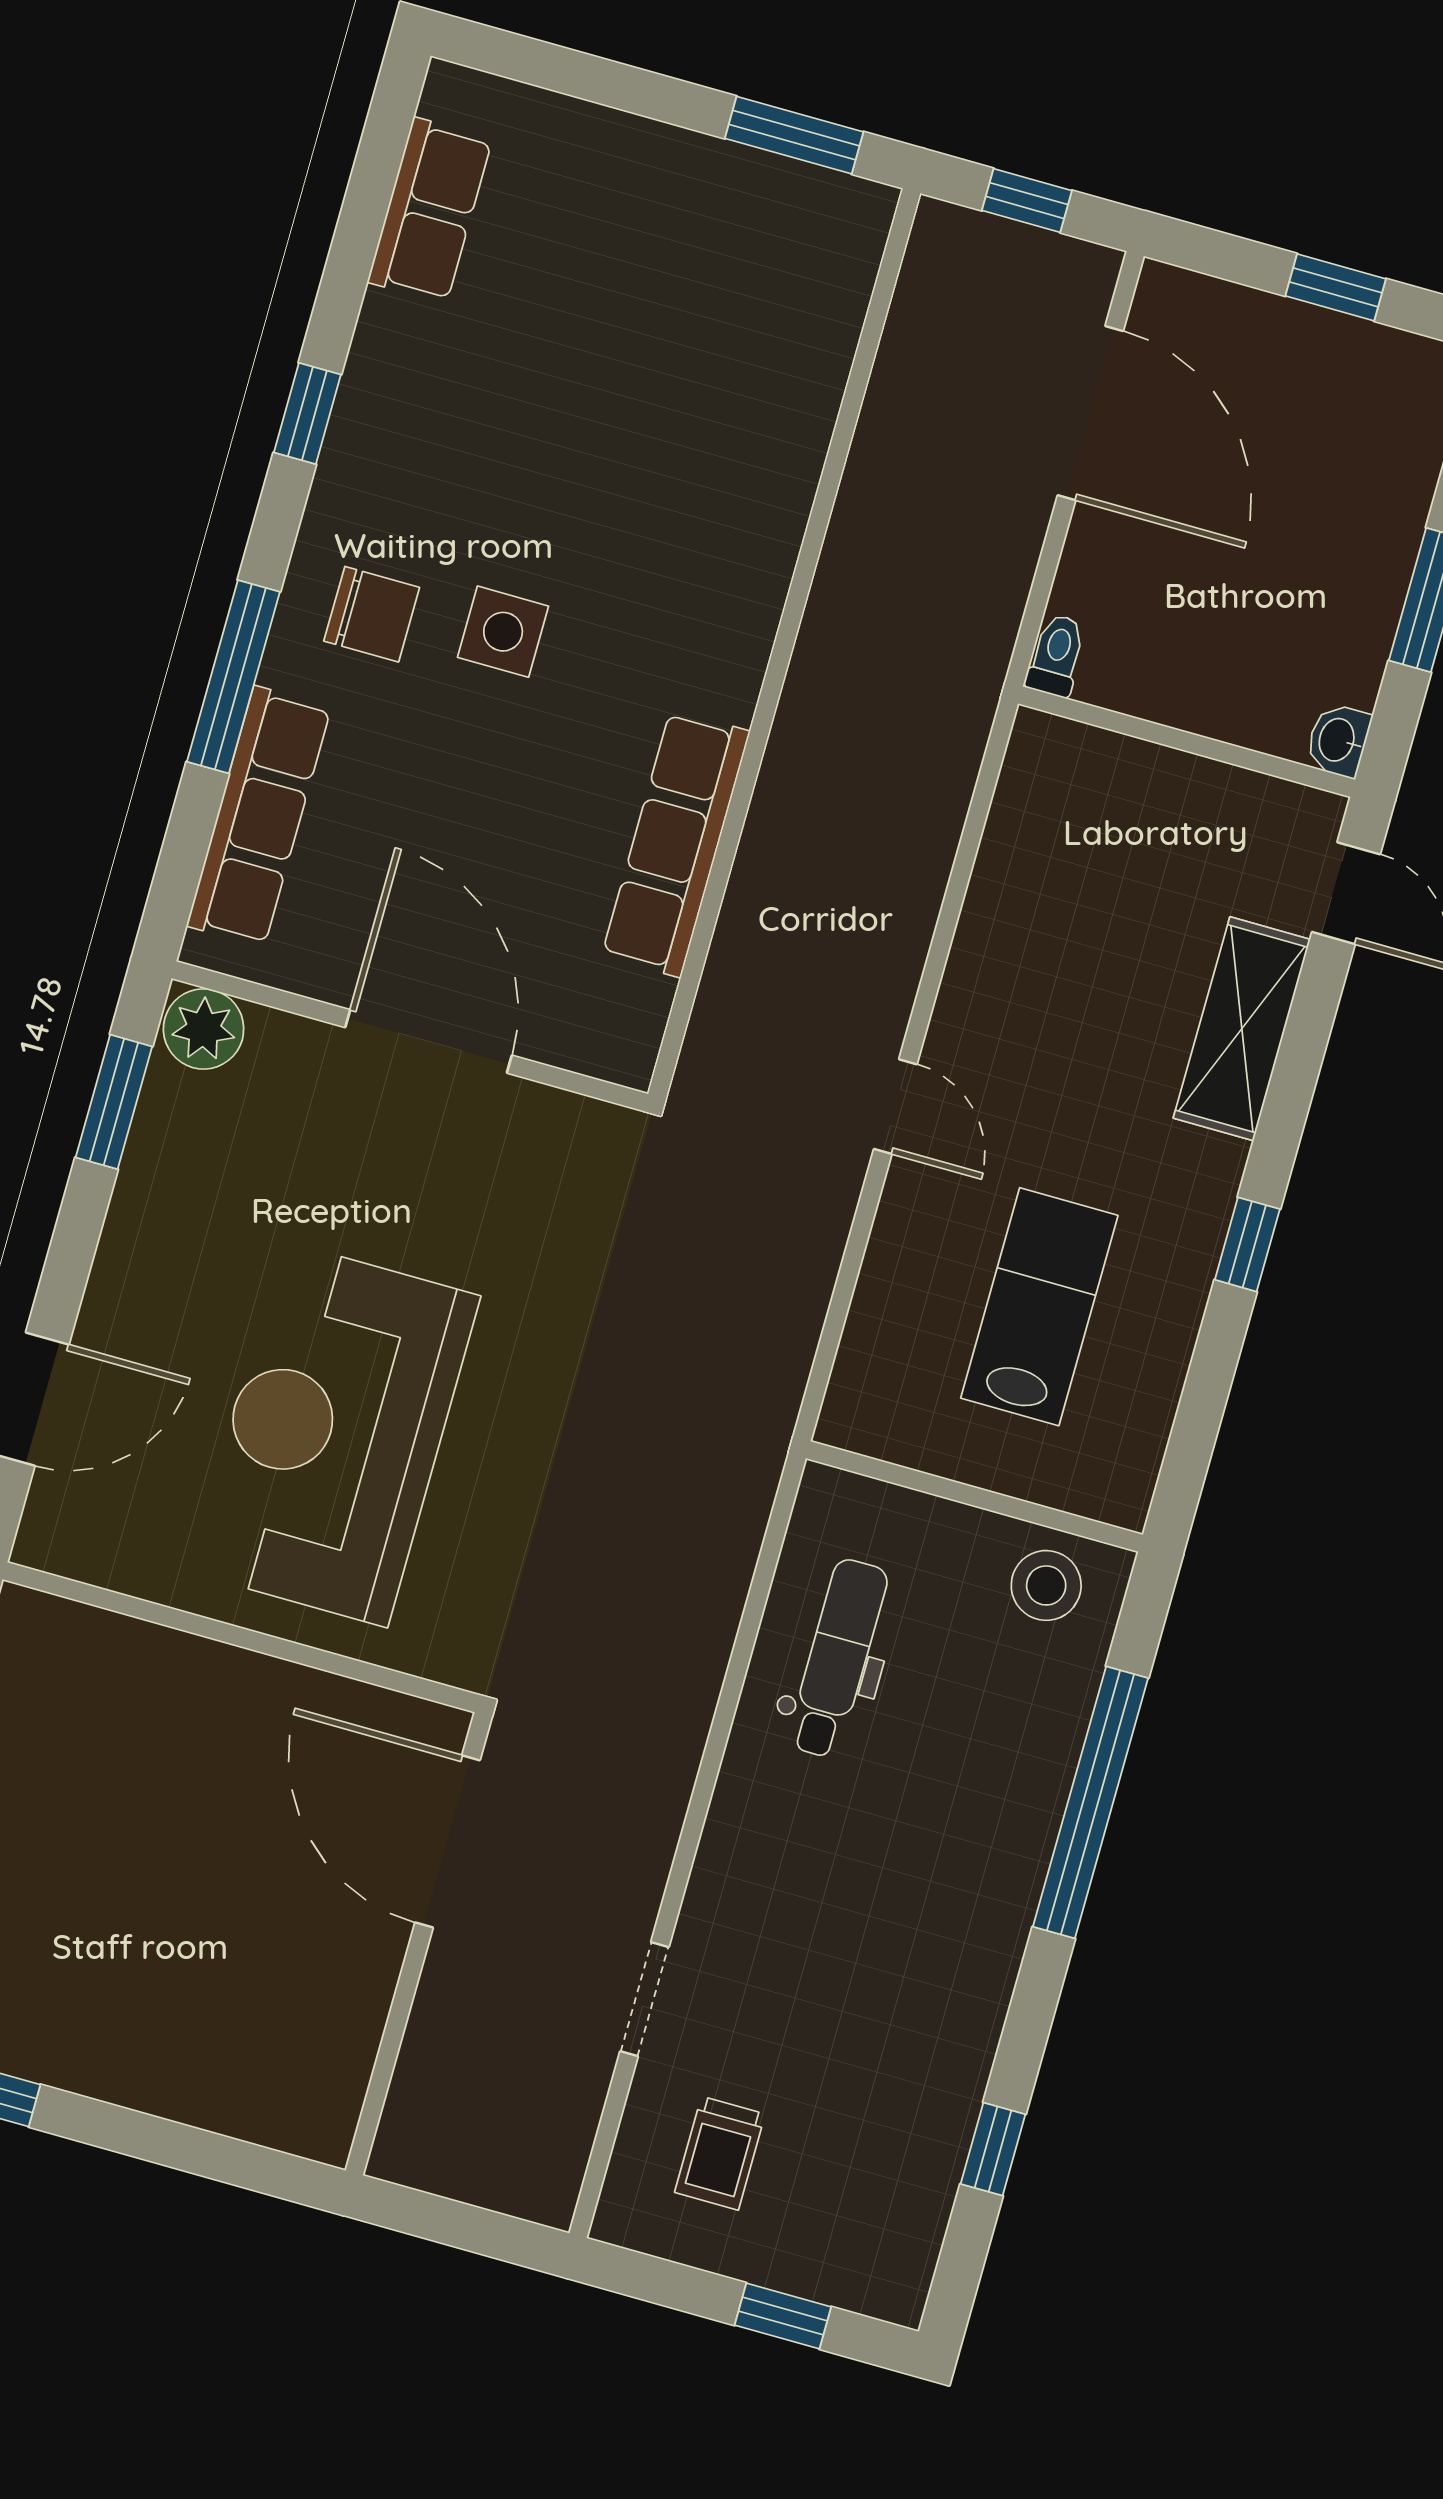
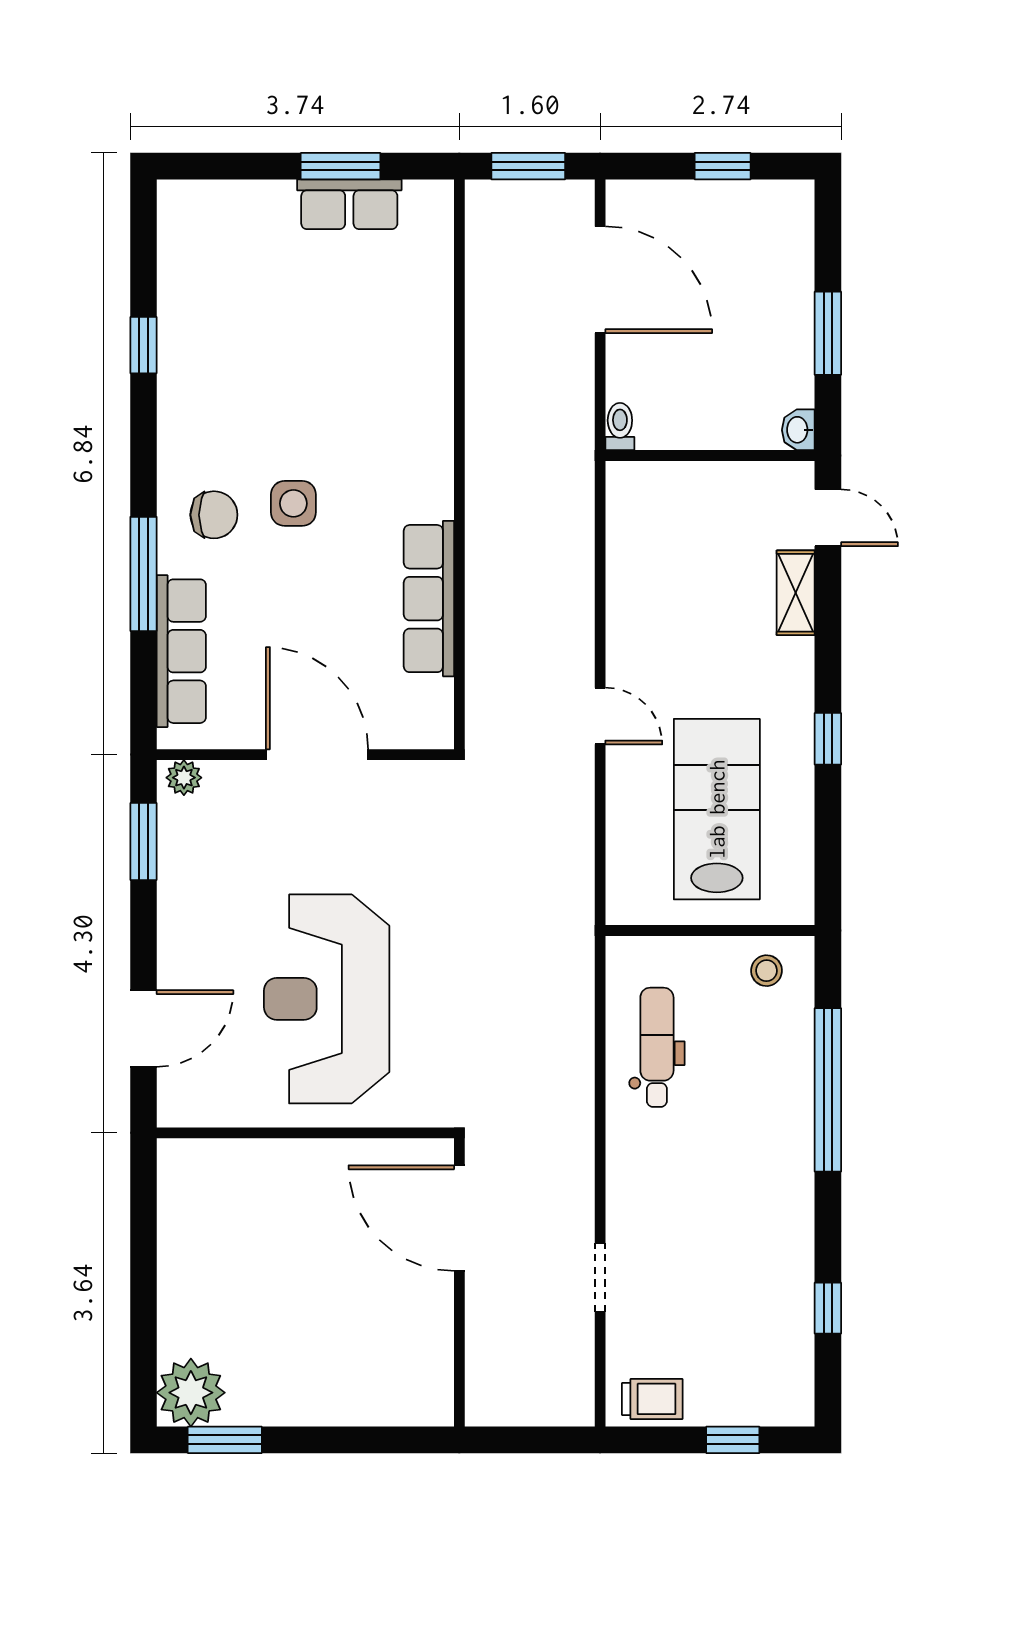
window: (794, 135) -> (341, 166), moved
window: (1027, 201) -> (528, 166), width x1.50
row of seats: (430, 210) -> (349, 204), moved, turned 90
window: (307, 414) -> (144, 345), moved
plant: (204, 1029) -> (184, 778), width x0.73, depth x0.73
shelving: (1242, 1029) -> (796, 593), width x0.67, depth x0.75
lab bench: (1039, 1307) -> (717, 809), width x1.36, depth x1.39
stool: (1046, 1585) -> (767, 971), width x0.73, depth x0.73
trolley: (720, 2153) -> (652, 1399), moved, turned -90

